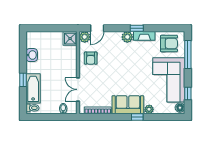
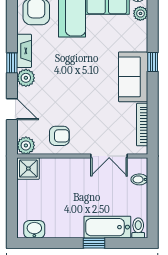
door: (97, 28) -> (12, 109), moved
washbasin: (32, 55) -> (34, 229), moved
plant: (149, 109) -> (140, 13), moved

